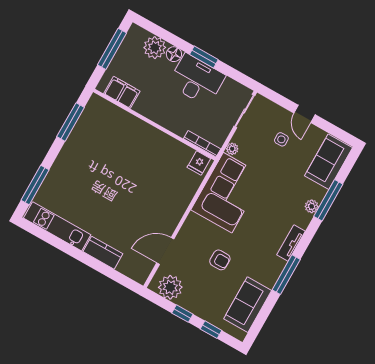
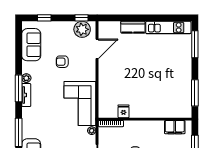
fridge: (199, 163) -> (124, 111), moved
plant: (312, 206) -> (26, 78), moved
window: (286, 275) -> (19, 88), moved
window: (182, 314) -> (82, 18), moved

